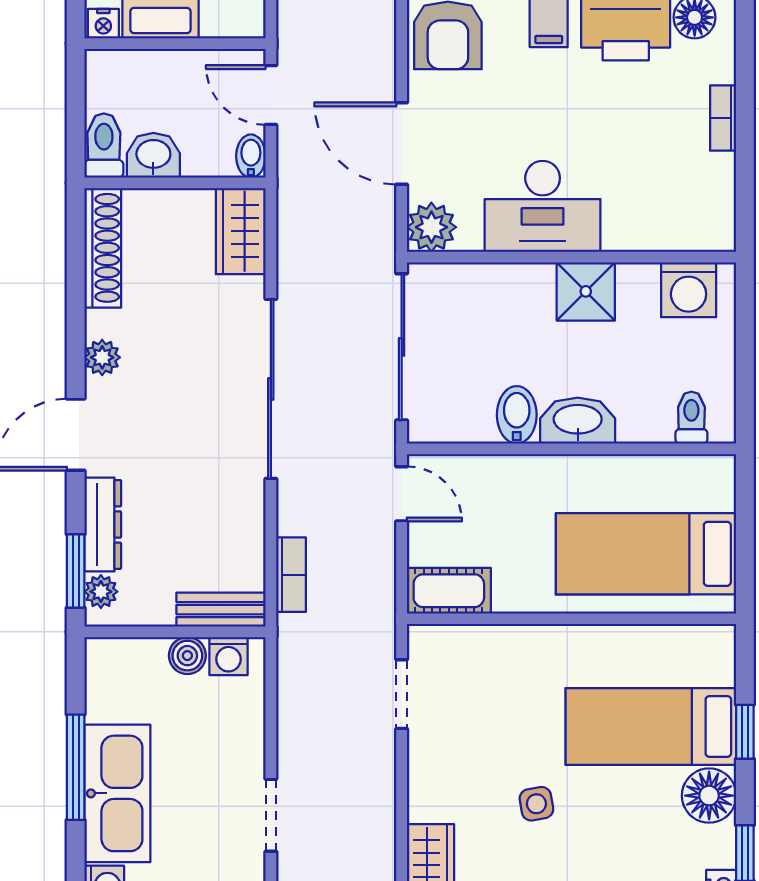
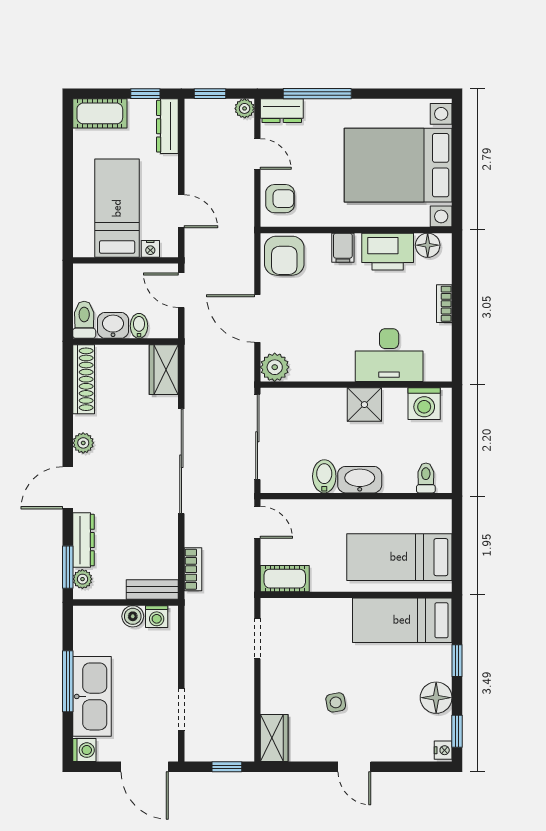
nightstand: (103, 24) -> (150, 249), moved
bidet: (251, 156) -> (139, 326), moved
desk: (543, 206) -> (389, 355), moved
bed: (651, 726) -> (402, 620), moved

